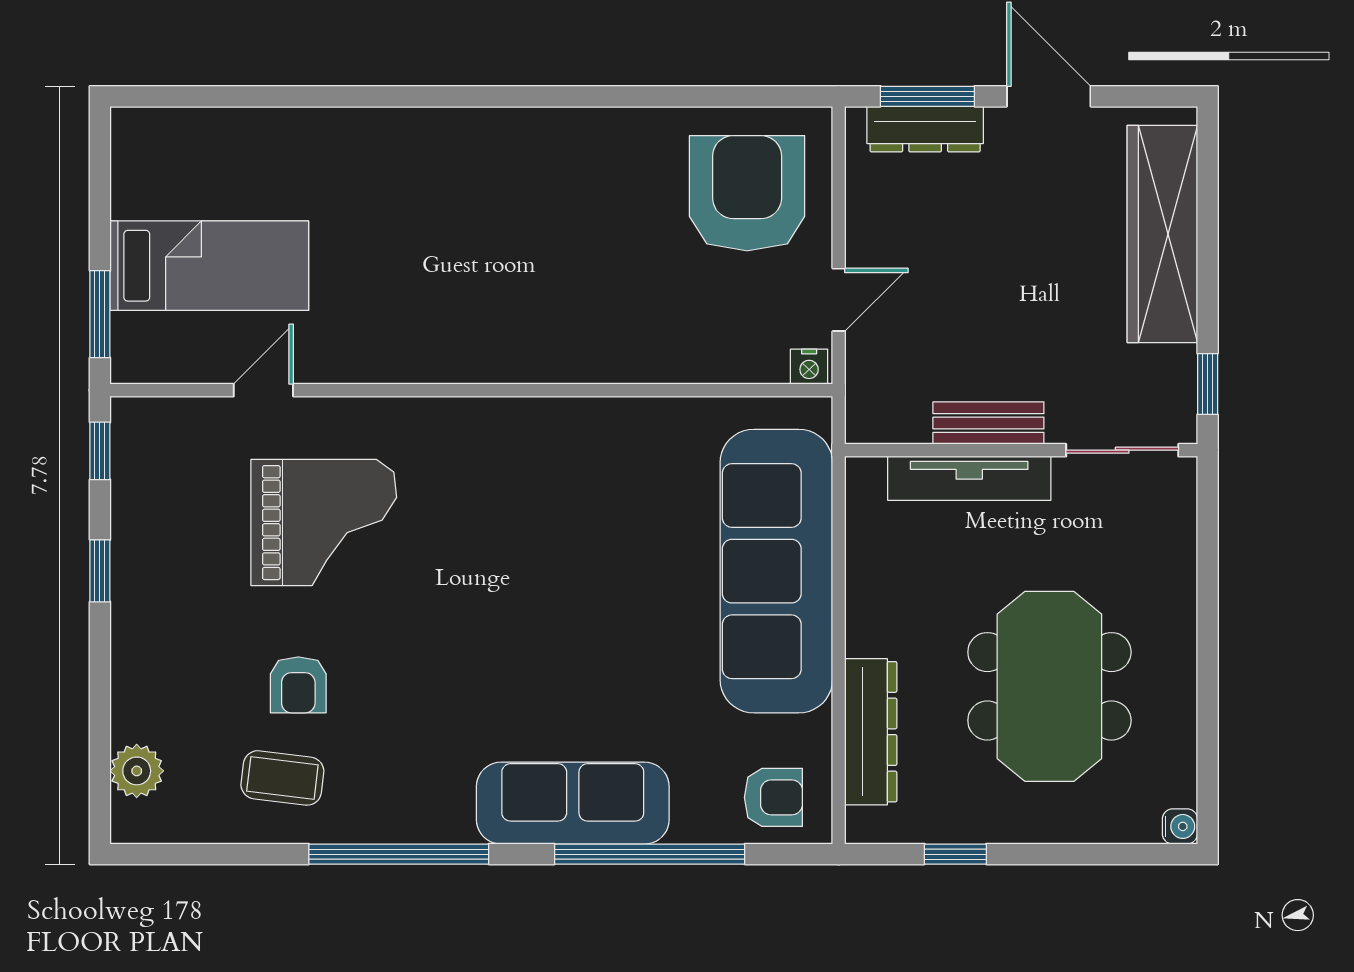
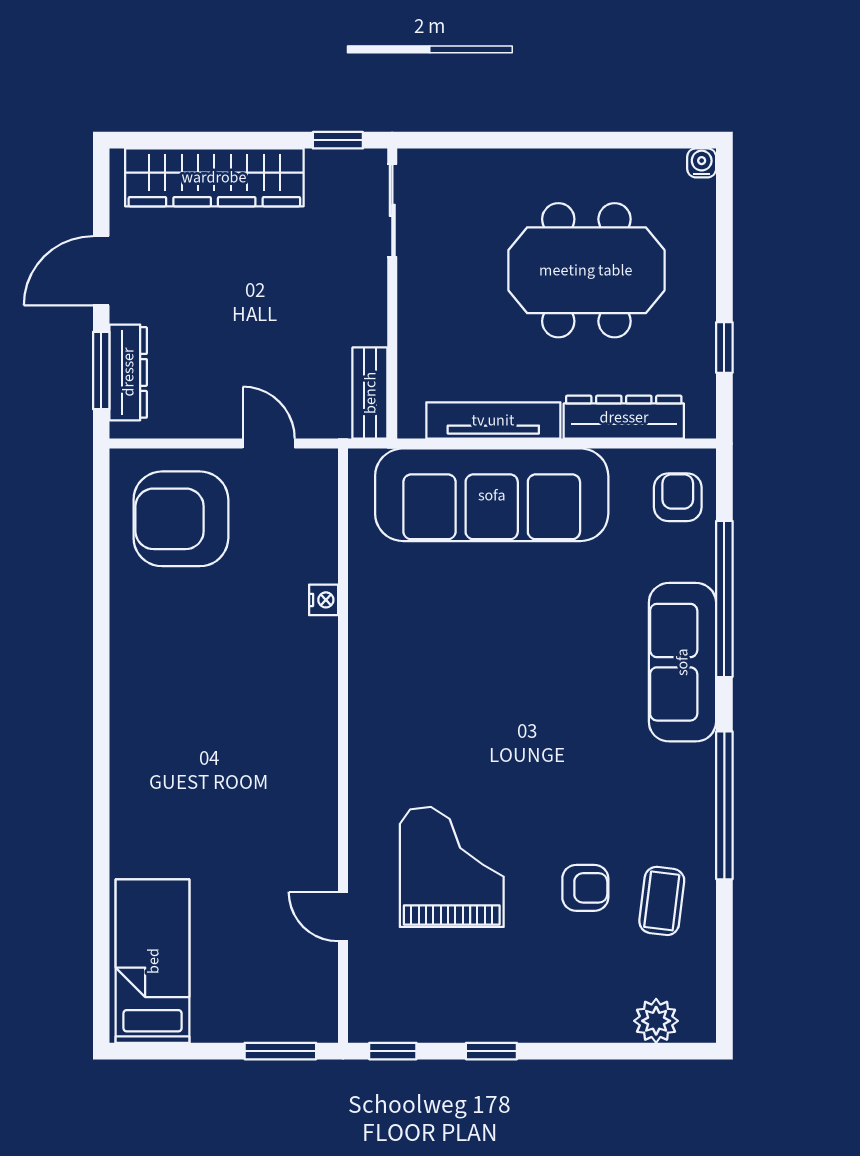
bed: (209, 266) -> (153, 961), moved
nightstand: (809, 367) -> (324, 600), moved
bench: (988, 423) -> (370, 393), moved
tv unit: (969, 478) -> (493, 420), moved, turned -90

